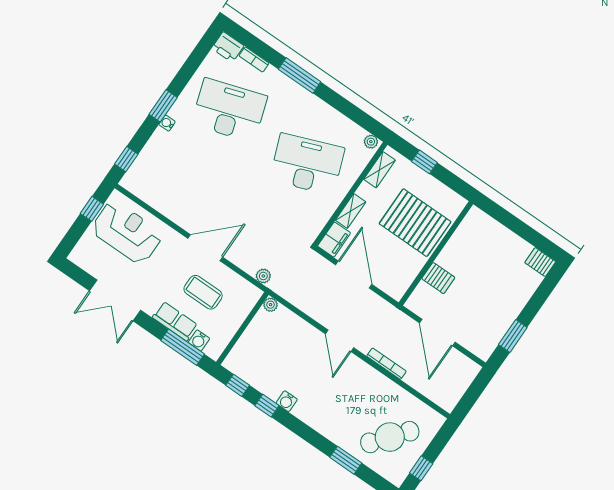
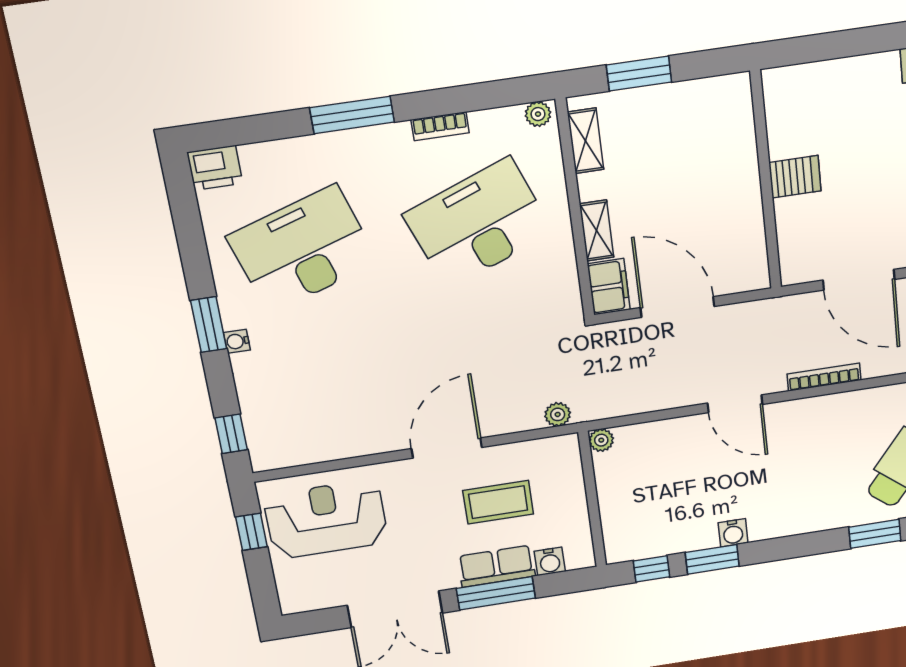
bookcase: (254, 59) -> (440, 126), moved
window: (424, 162) -> (639, 74), width x1.50
pallet: (415, 223) -> (700, 167), removed
server rack: (438, 278) -> (795, 177), moved
window: (183, 347) -> (496, 593), moved
window: (267, 406) -> (712, 559), width x1.50

